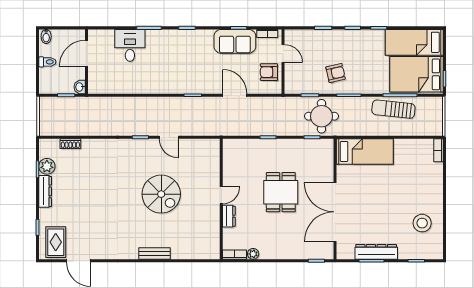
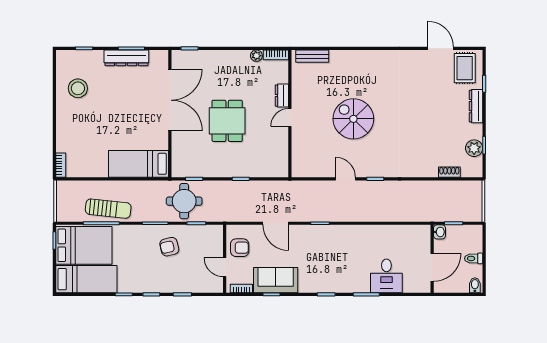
dresser: (45, 191) -> (476, 106), moved
bench: (154, 253) -> (312, 56), moved

